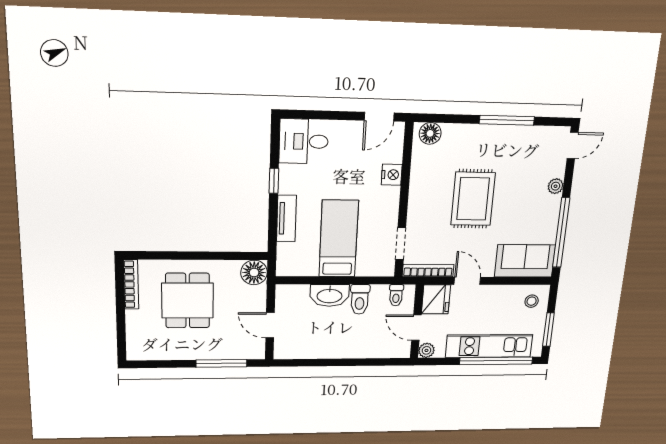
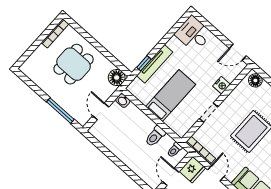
window: (274, 181) -> (144, 63), moved
tv unit: (286, 218) -> (155, 64), width x1.41
doorway: (401, 244) -> (208, 113), moved
washbasin: (330, 295) -> (123, 101), moved, width x0.52, depth x0.69

